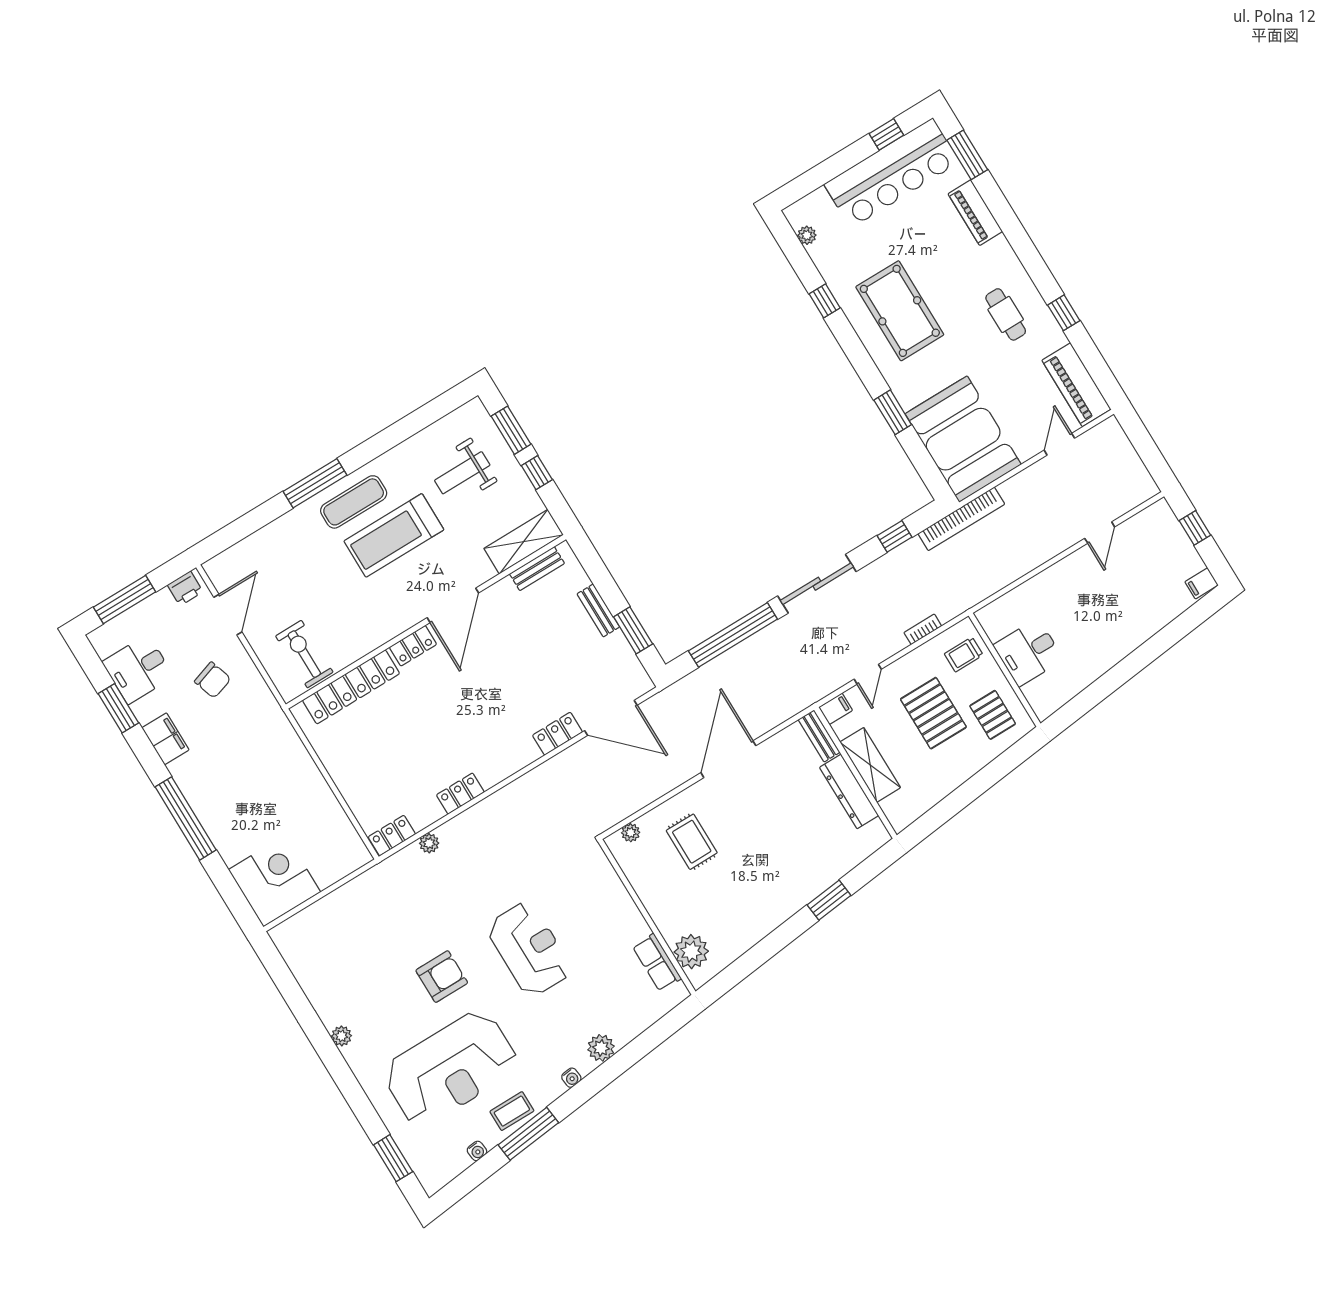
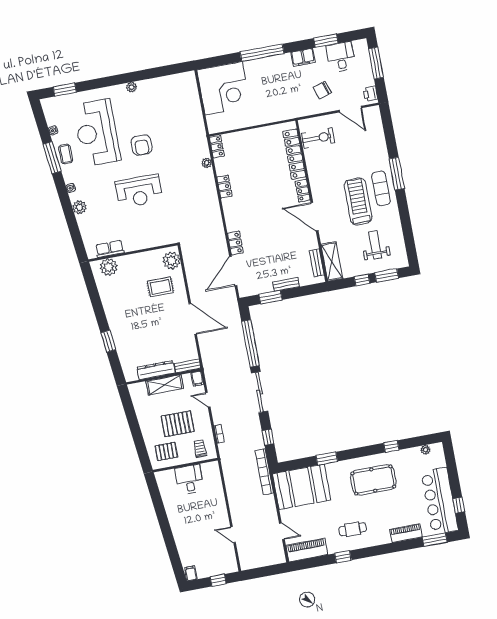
plant: (631, 833) -> (172, 261), width x1.87, depth x1.87
corner desk: (275, 881) -> (224, 88), width x1.36, depth x1.36

